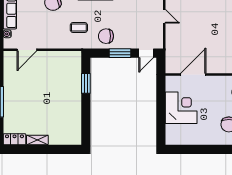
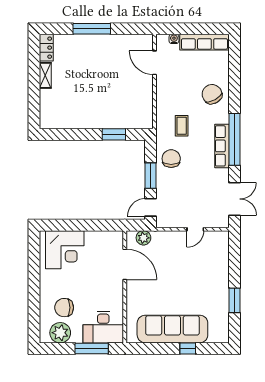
door: (146, 53) -> (151, 207), hinge flipped
plant: (171, 59) -> (143, 238), added
corner desk: (181, 108) -> (65, 250), moved

